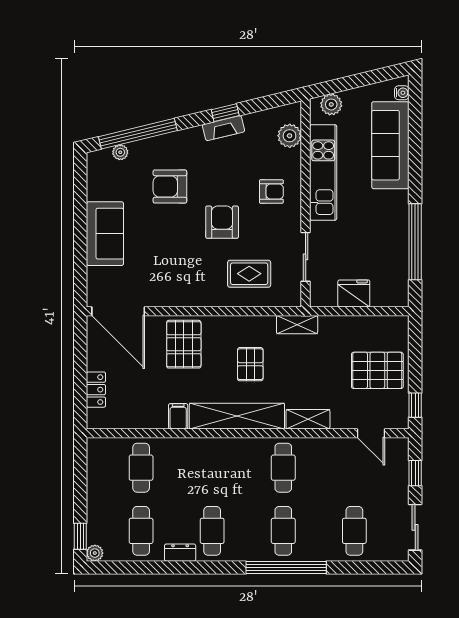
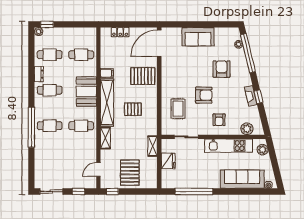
shelving: (297, 325) -> (153, 146), moved
booth: (215, 457) -> (86, 91), added
cafe table: (354, 531) -> (50, 161), removed

